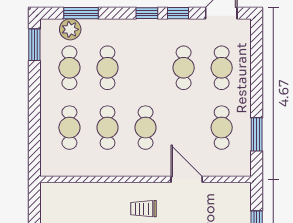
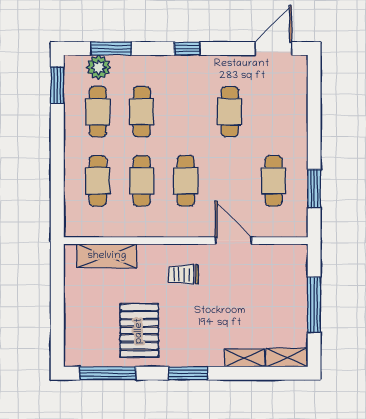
window: (178, 13) -> (223, 49), removed
cafe table: (222, 68) -> (274, 112), removed
shelving: (77, 192) -> (107, 256), added

